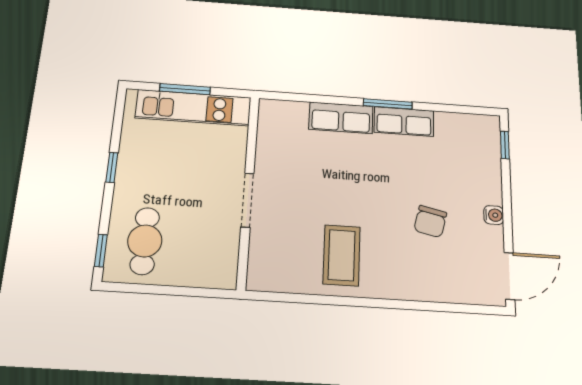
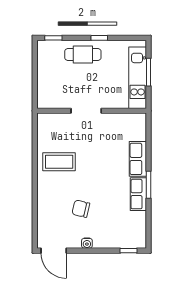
cafe table: (145, 241) -> (83, 54), moved

